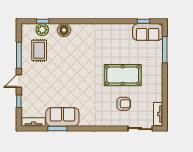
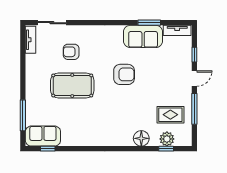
rug: (39, 50) -> (170, 115), turned 90
armchair: (79, 84) -> (124, 74), added

